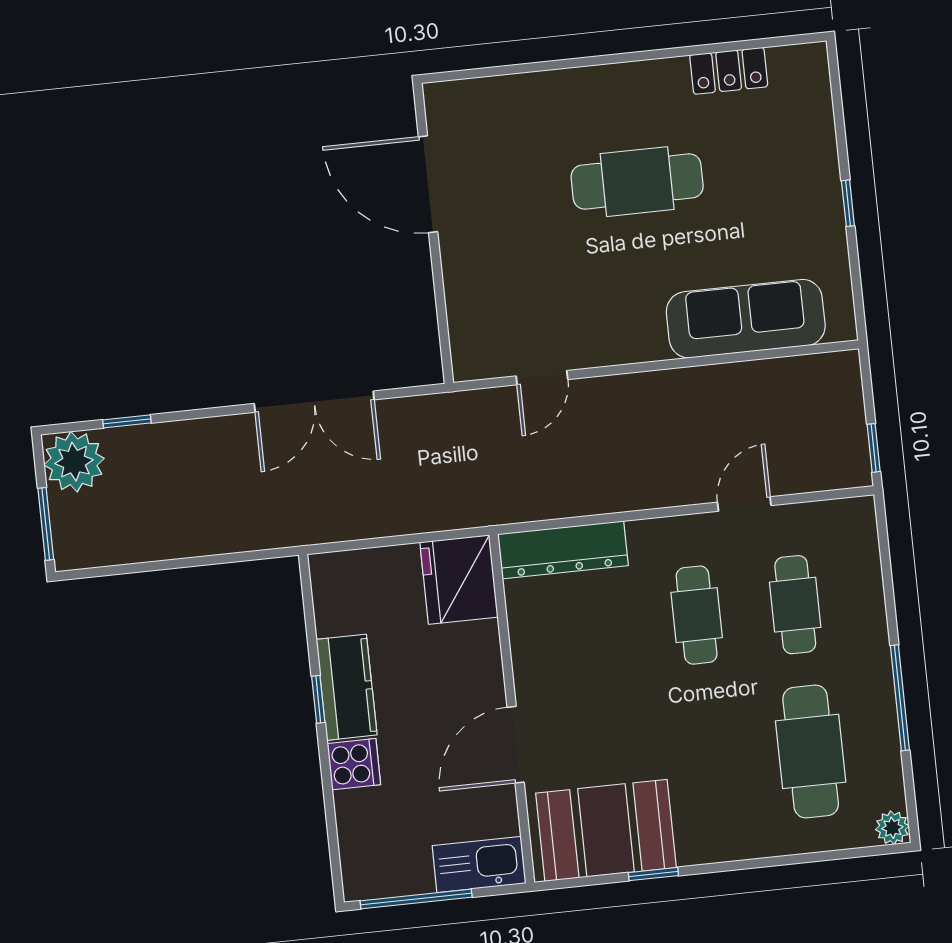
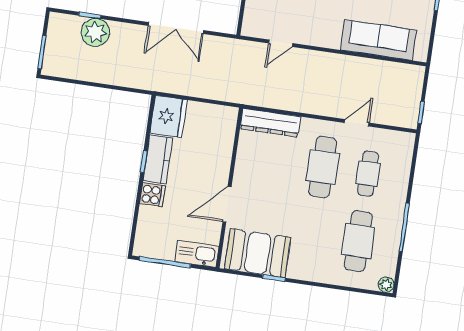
plant: (74, 462) -> (95, 32), moved
fridge: (459, 580) -> (169, 117), moved, turned 180
cafe table: (697, 615) -> (323, 167), width x1.37, depth x1.35

